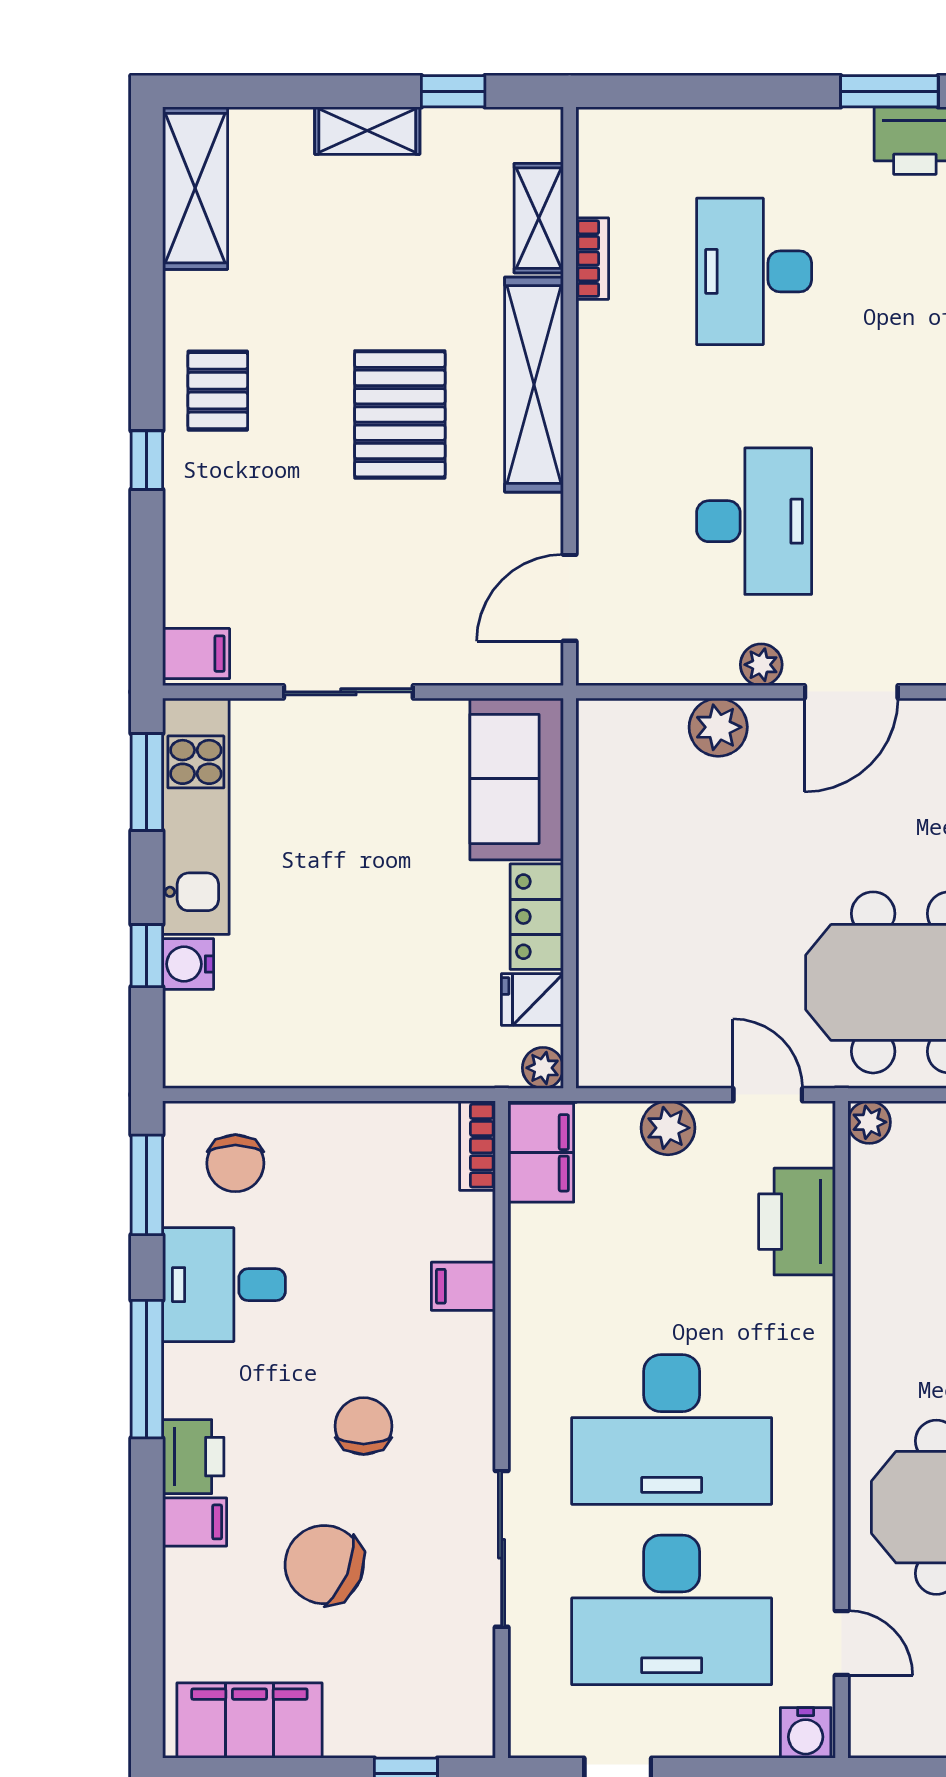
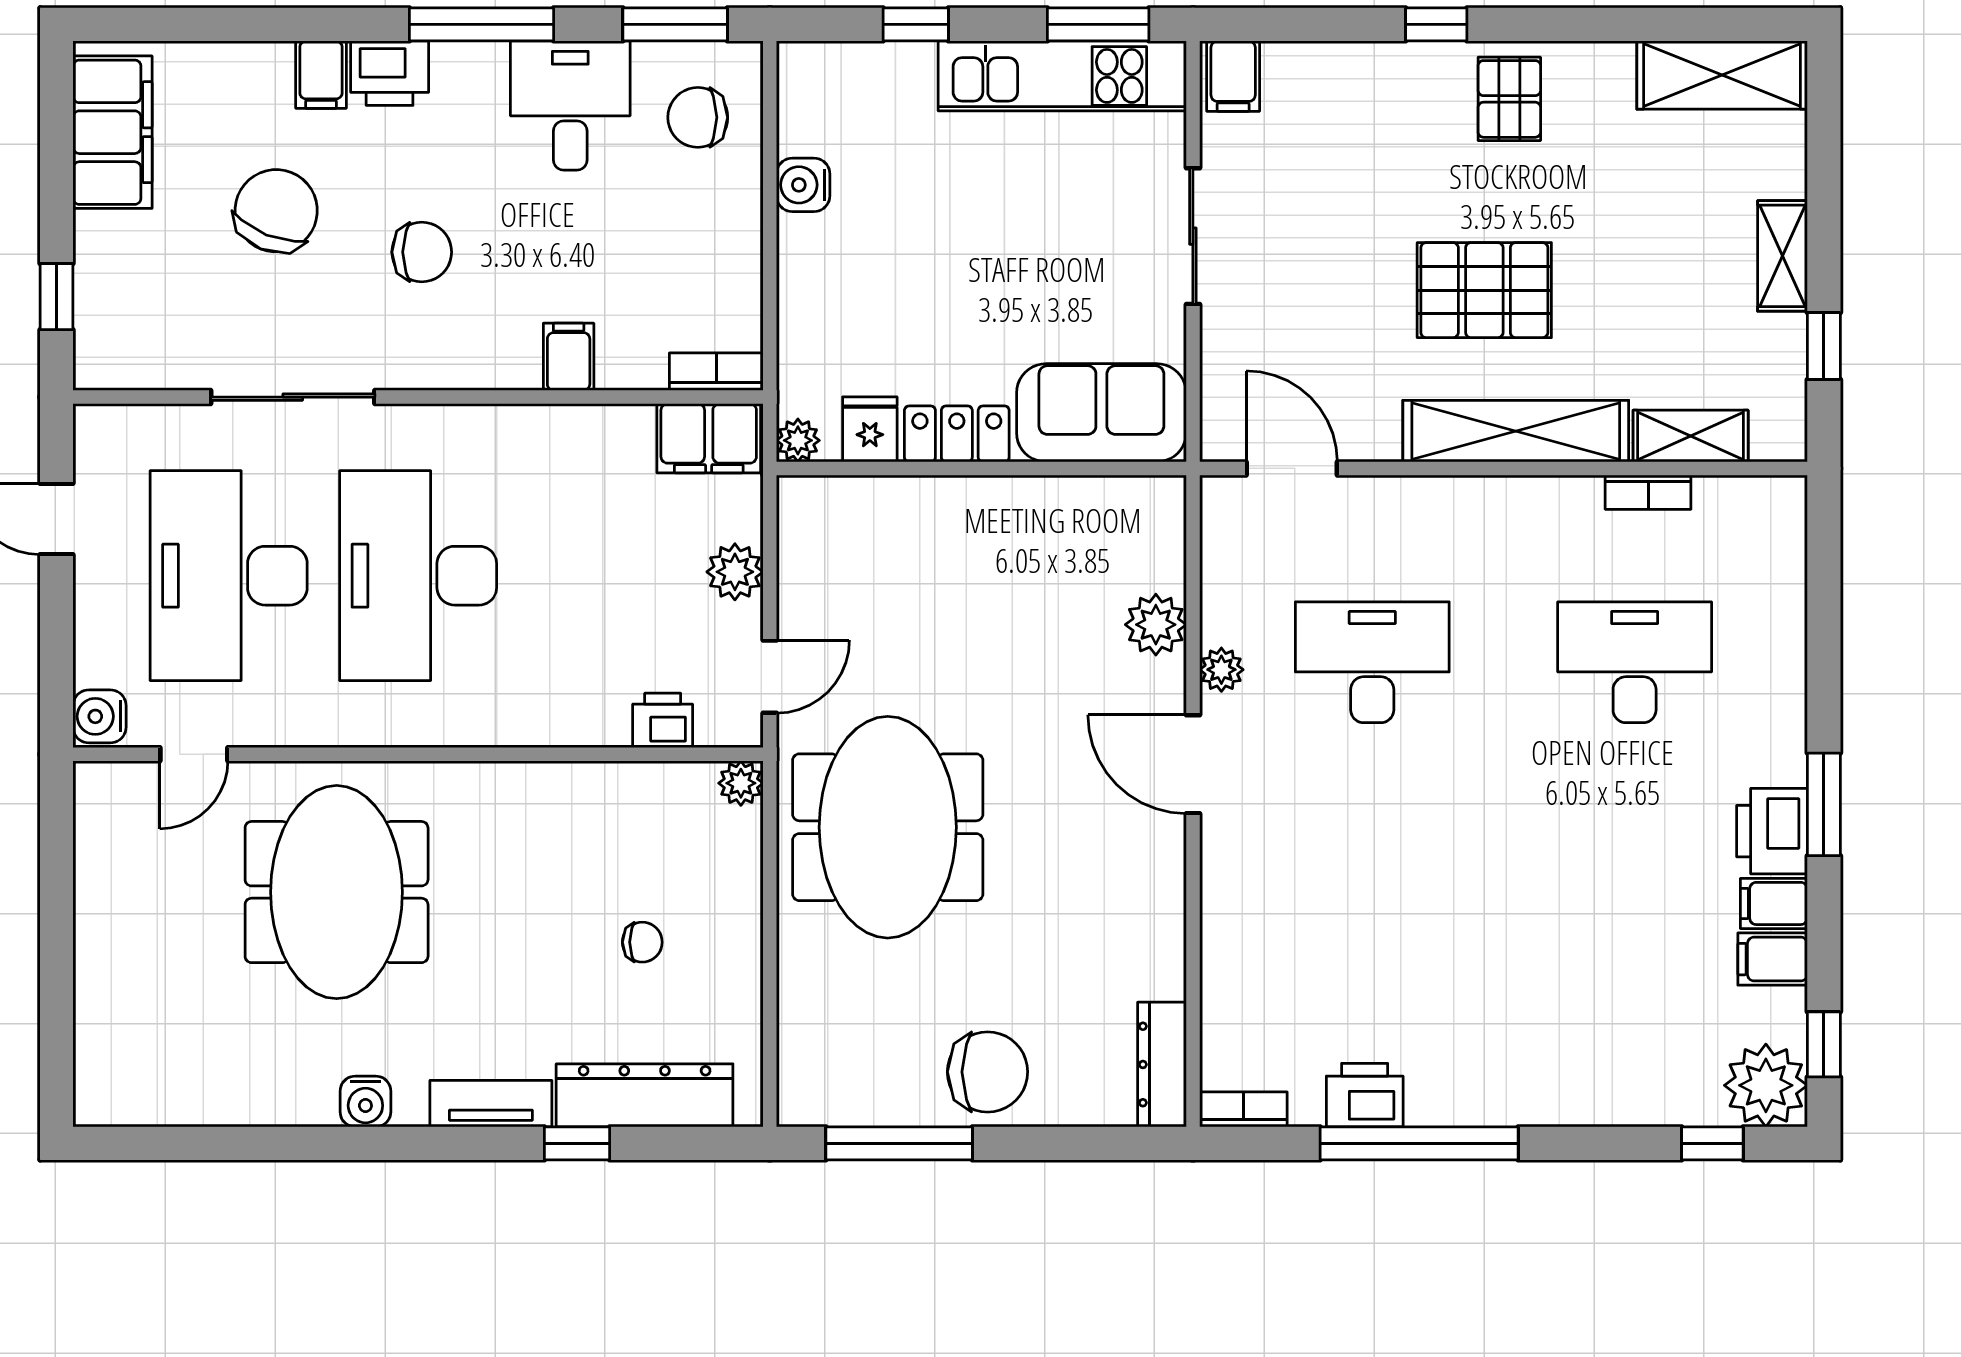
pallet: (218, 391) -> (1509, 99), turned 90
desk: (754, 521) -> (1372, 662), turned 180
water cooler: (188, 964) -> (803, 185), moved, turned -90
printer: (797, 1222) -> (663, 720), width x0.53, depth x0.68

